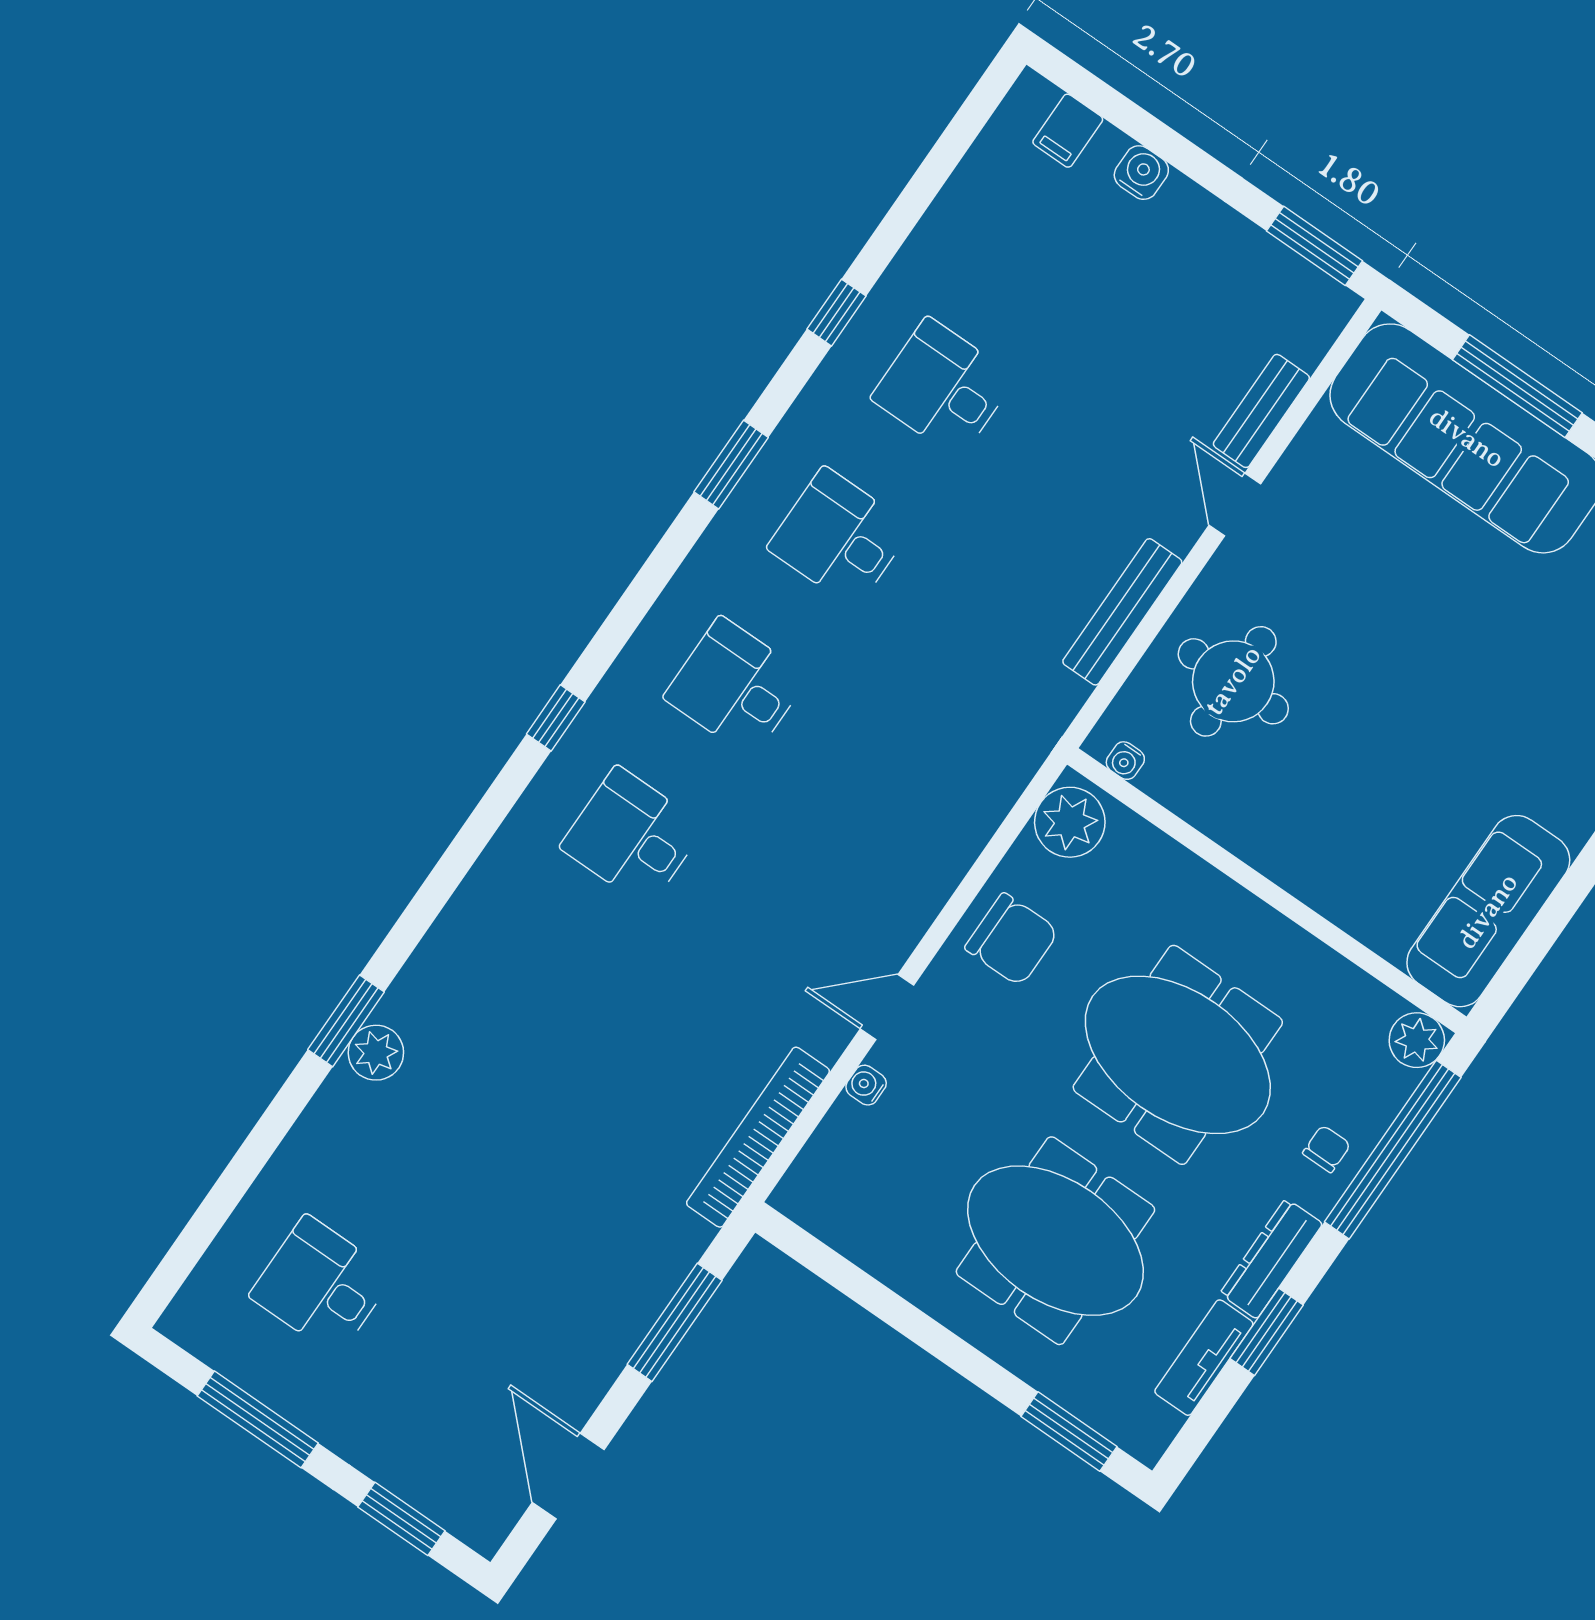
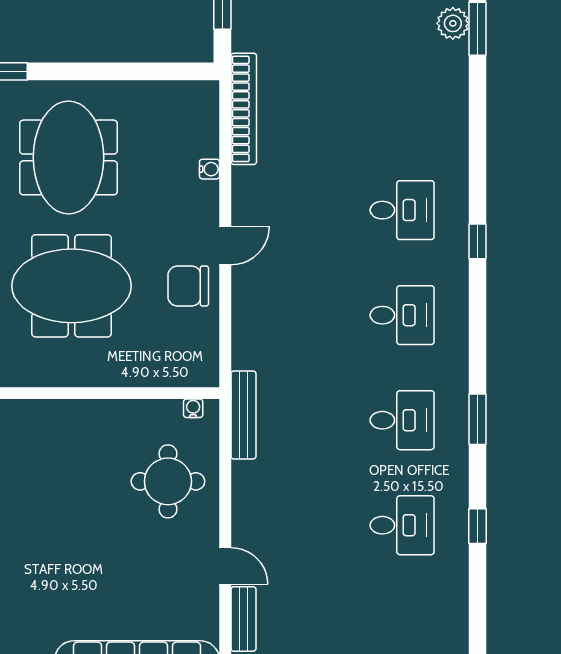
bench: (1122, 612) -> (243, 415), moved
plant: (1070, 822) -> (199, 361), removed
door: (887, 1007) -> (225, 246), moved
meeting table: (1055, 1241) -> (69, 157), turned 90

